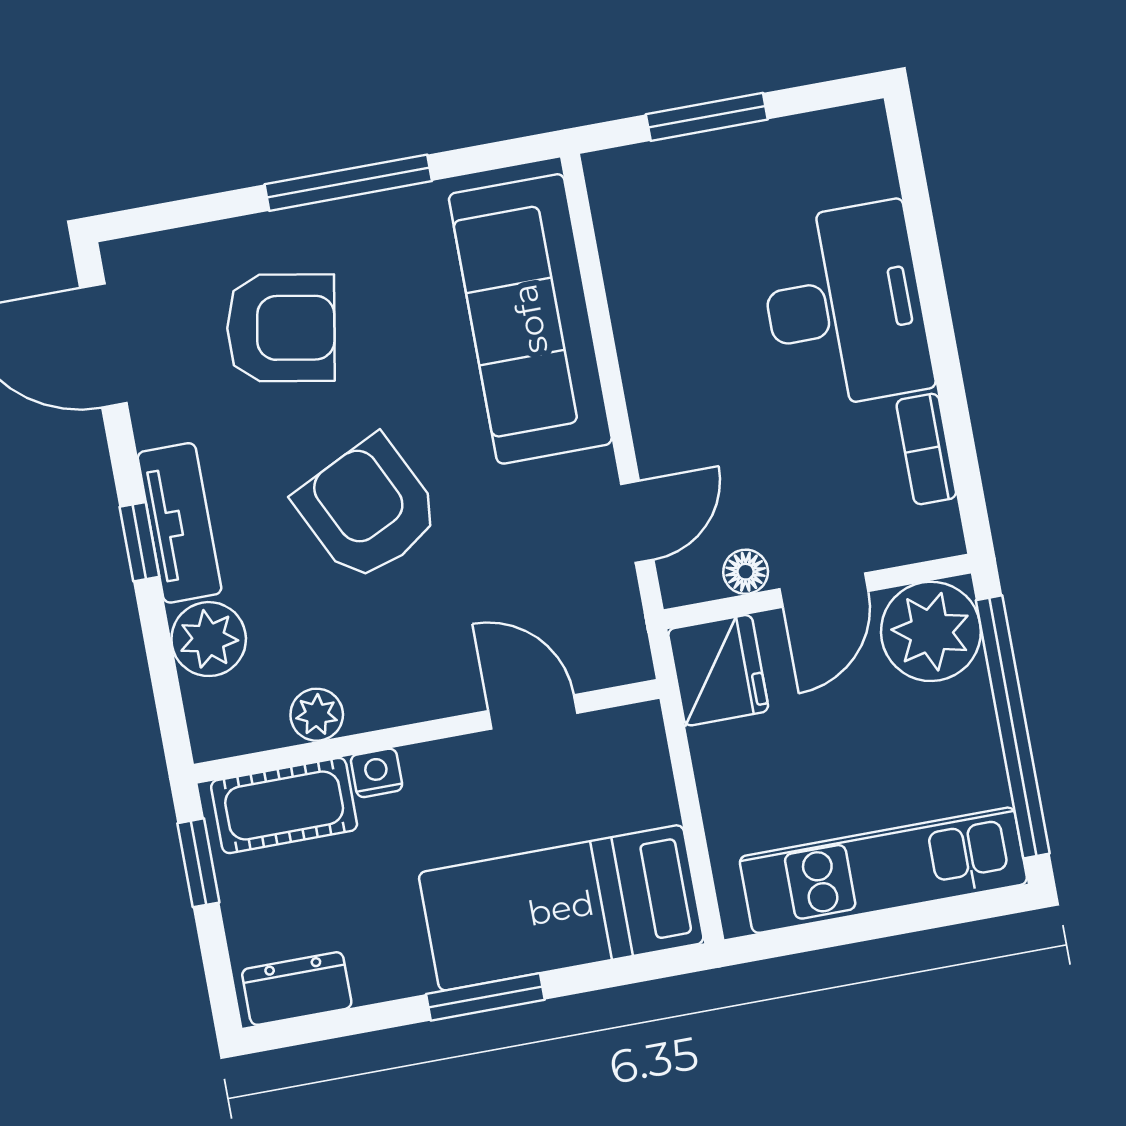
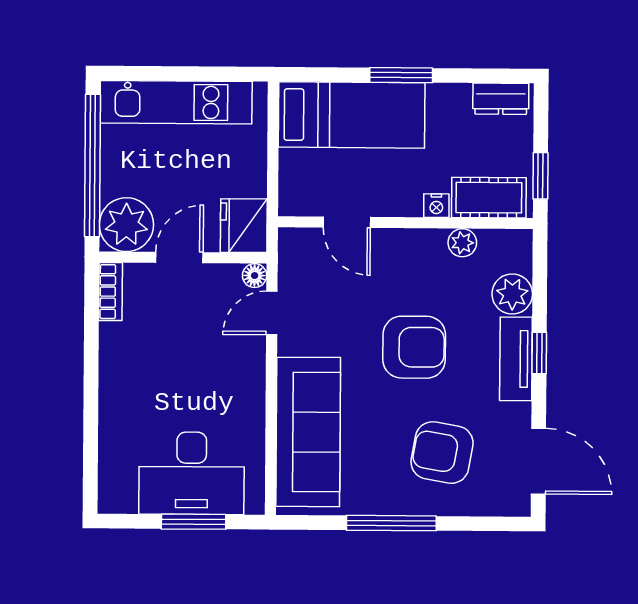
desk: (845, 306) -> (192, 473), moved, turned -90
bookcase: (926, 449) -> (111, 292), moved
armchair: (368, 509) -> (414, 347), turned -64
floor lamp: (746, 572) -> (255, 276), moved

